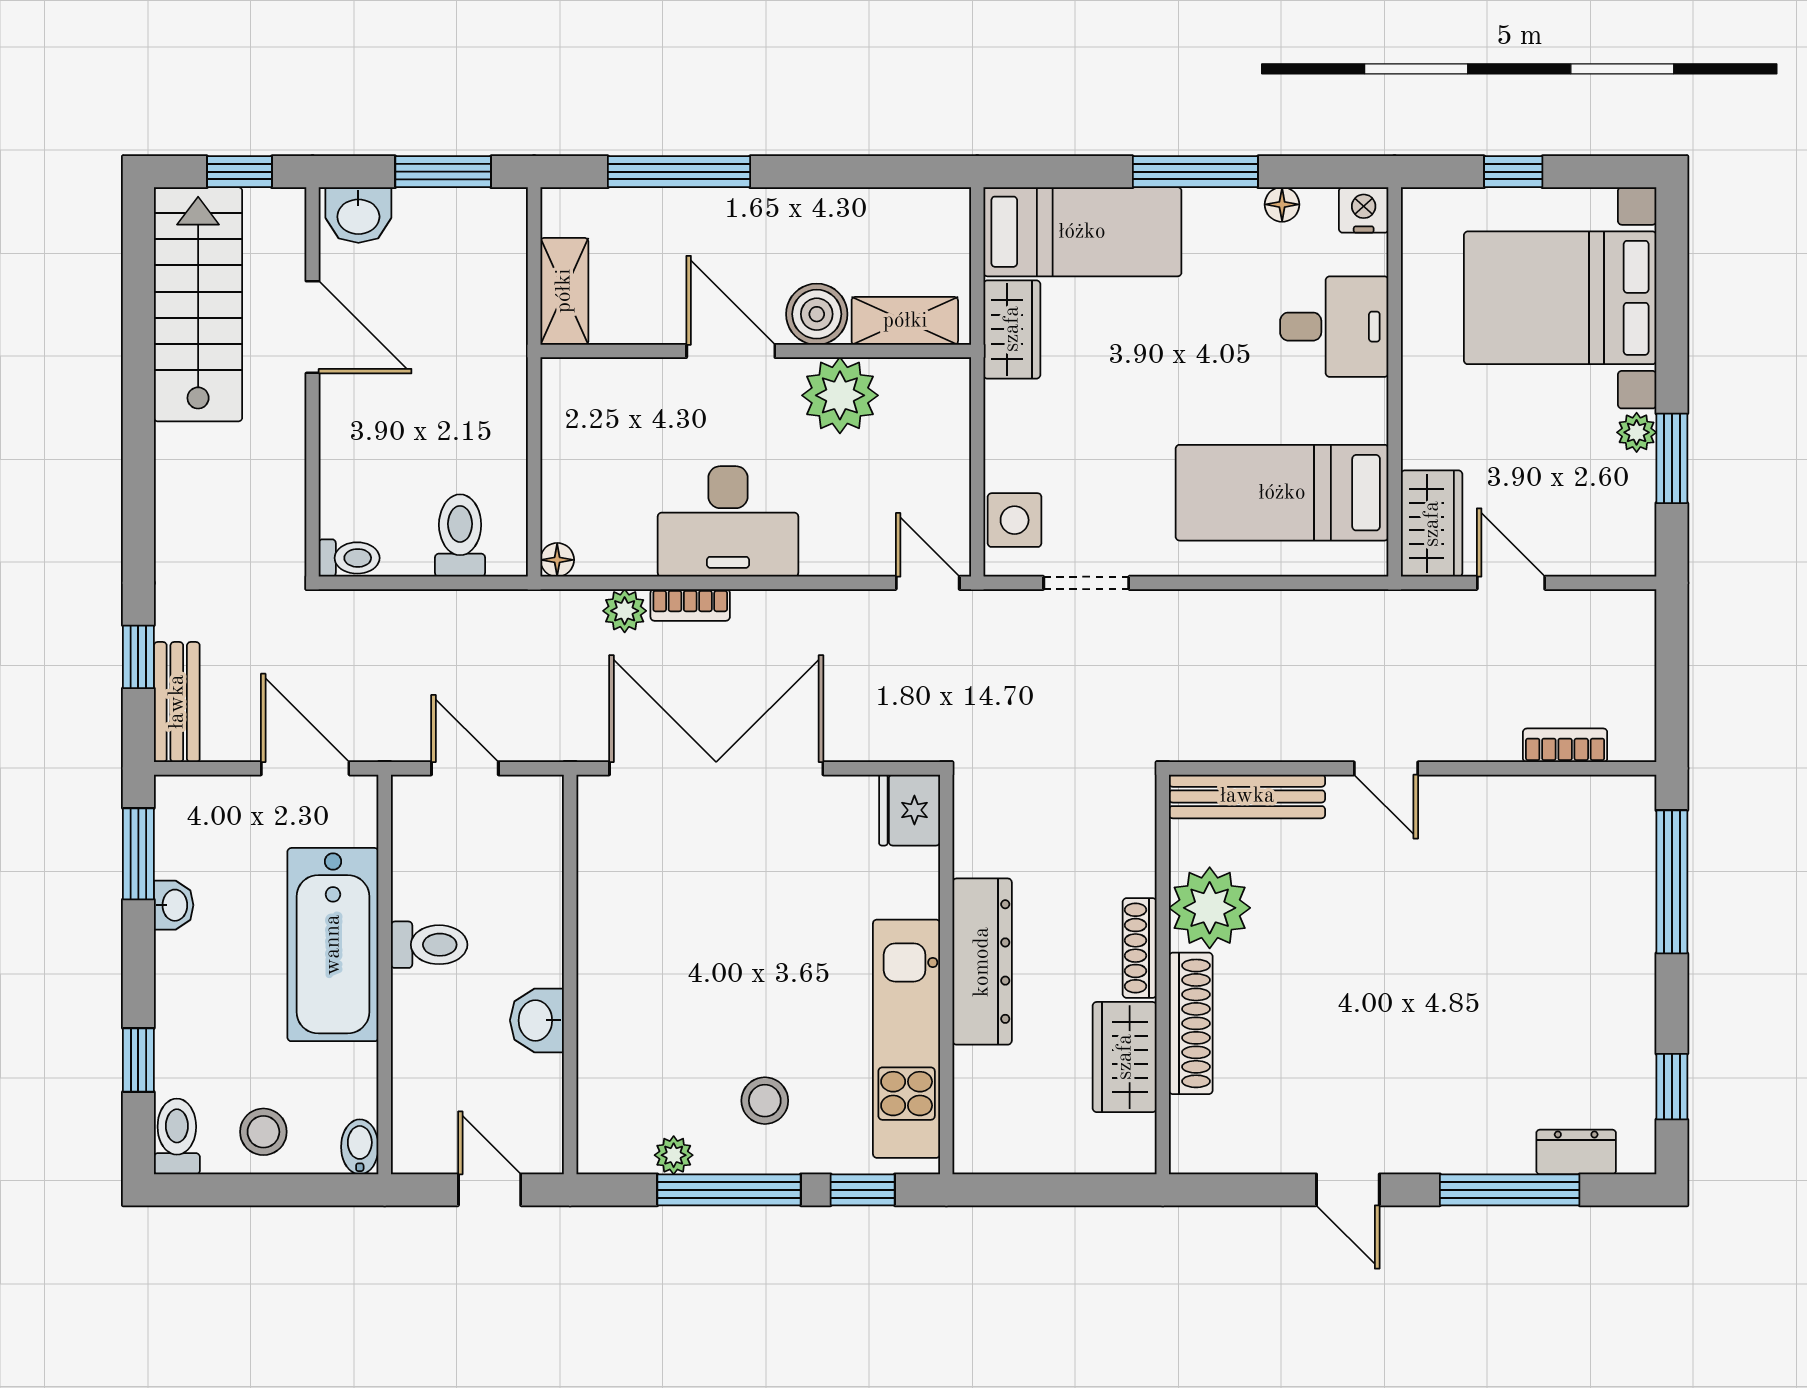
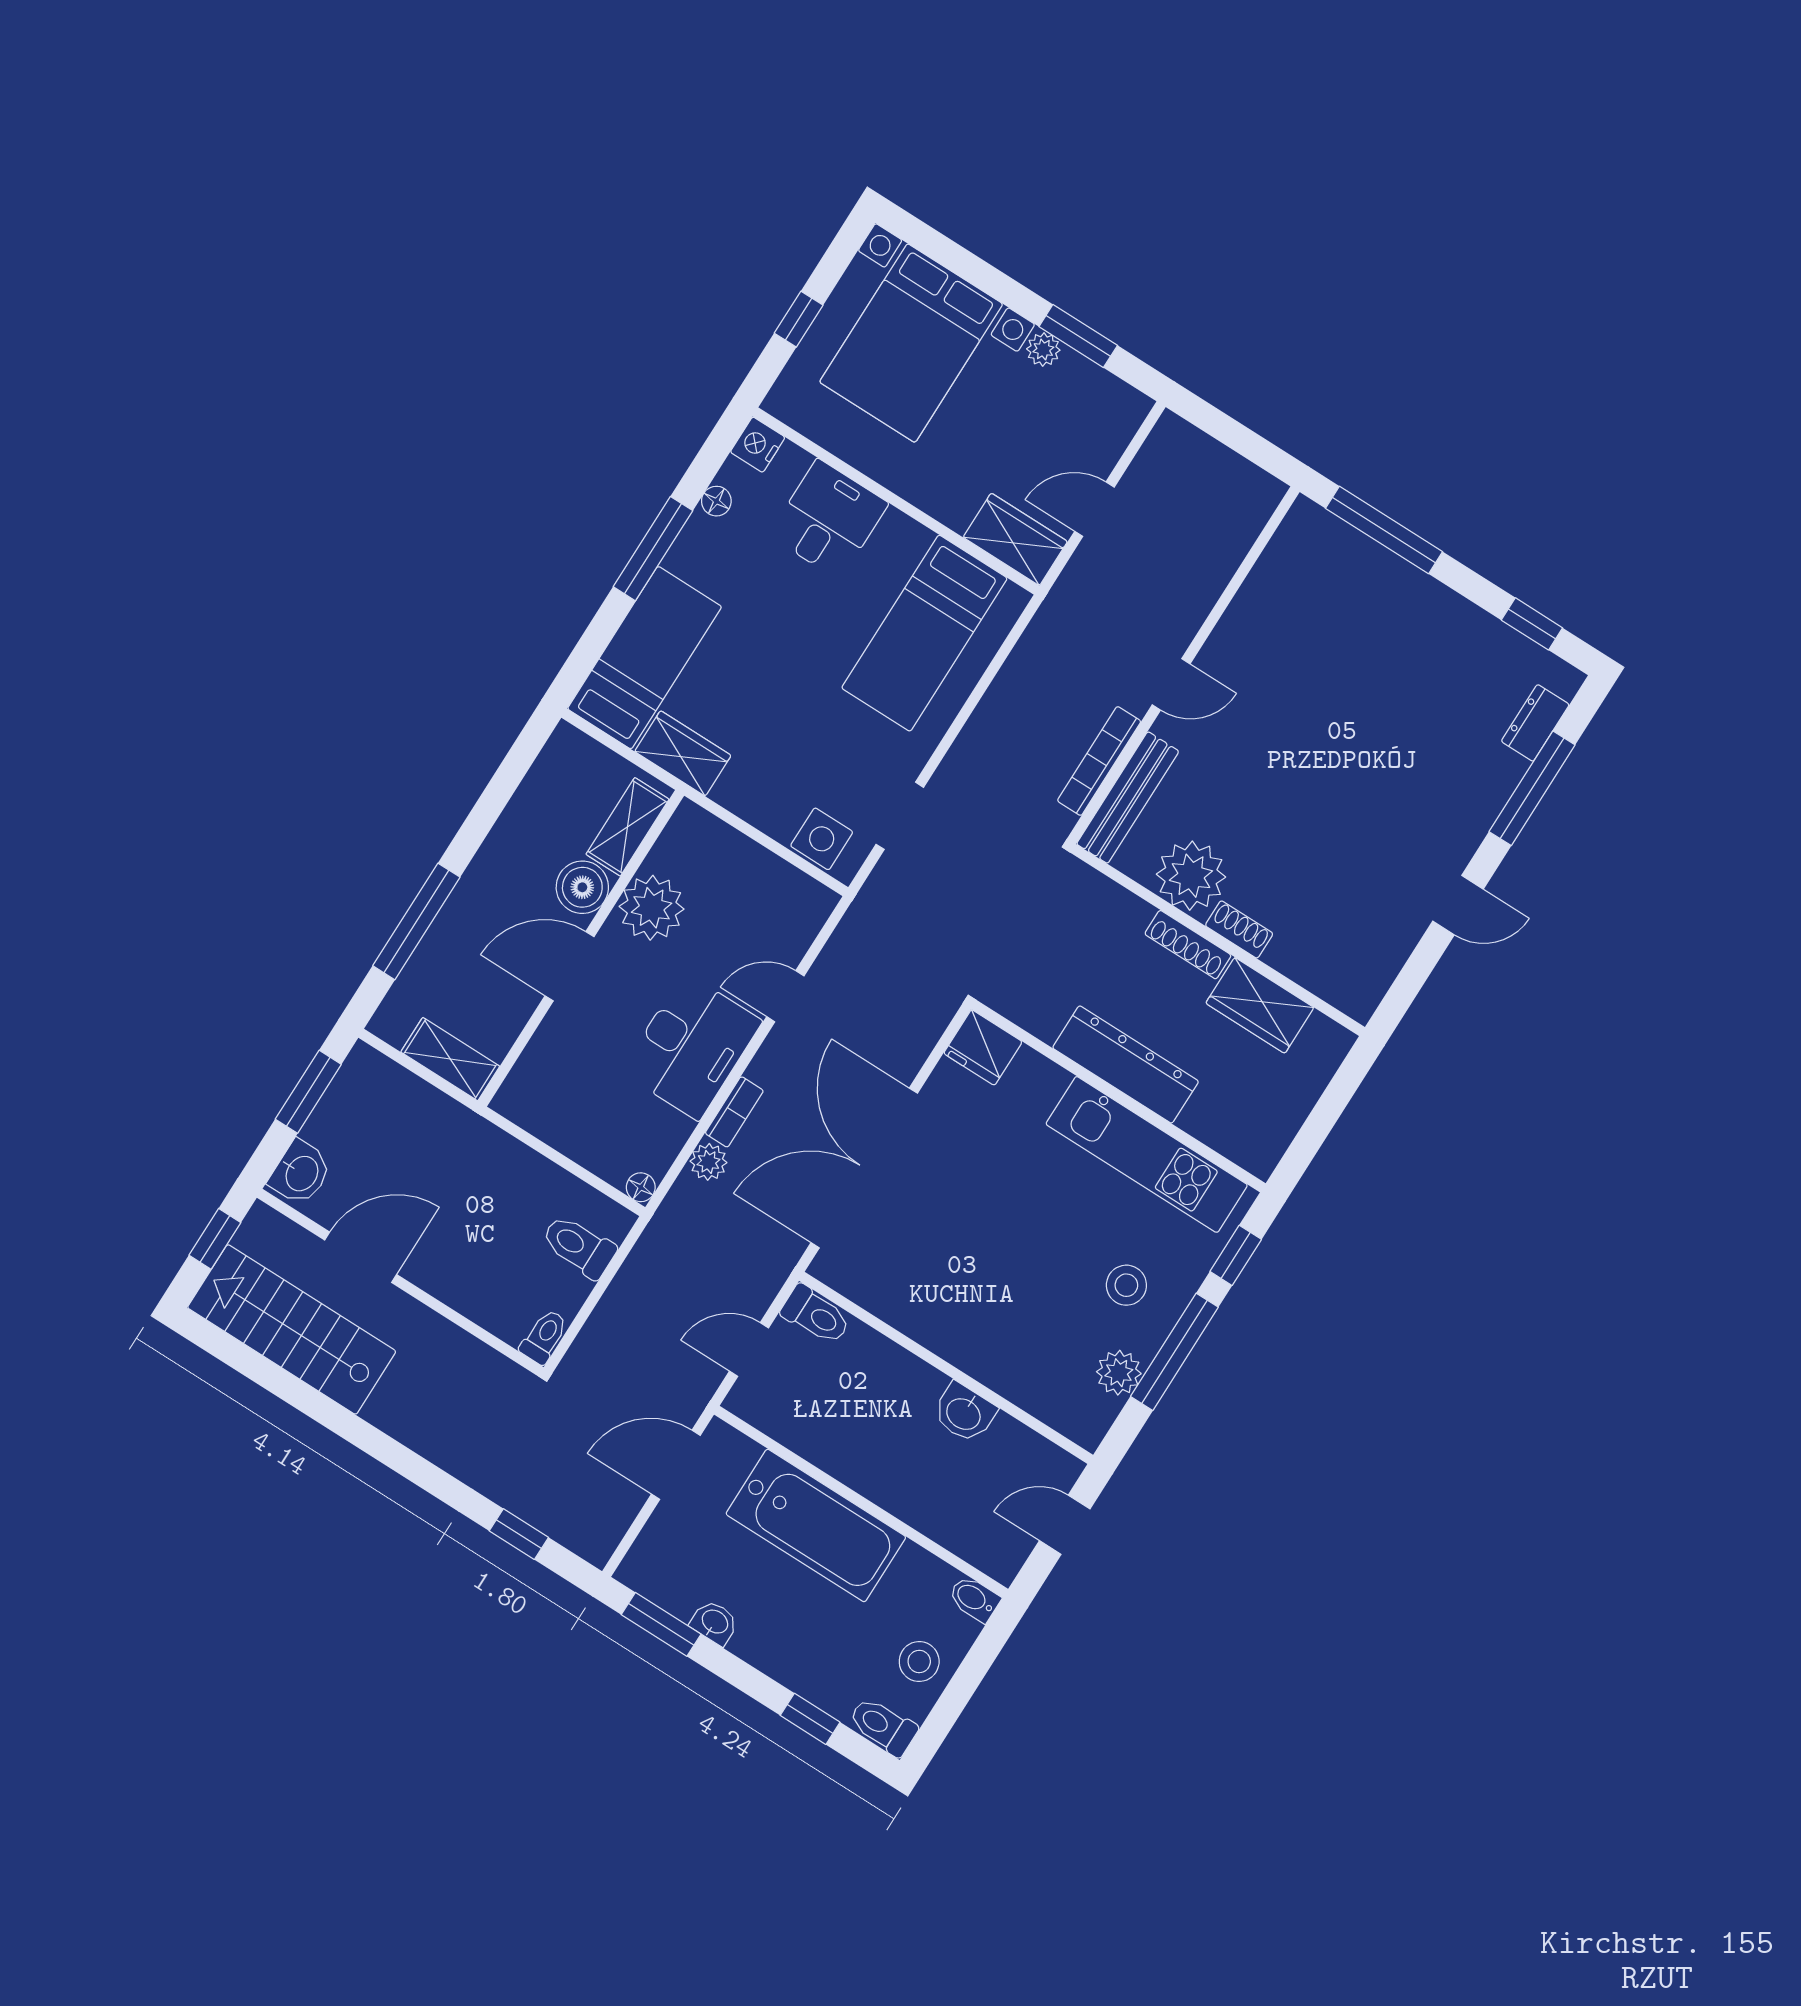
door: (928, 583) -> (785, 996), moved
bench: (177, 702) -> (569, 1527), removed
bookcase: (1565, 745) -> (1099, 761), moved, width x1.56
toilet: (429, 945) -> (816, 1315), moved, turned 90
shoe rack: (1191, 1023) -> (1239, 929), width x0.51, depth x0.81
plant: (674, 1155) -> (1119, 1373), width x1.38, depth x1.38

